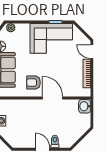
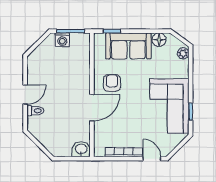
door: (92, 52) -> (152, 159), hinge flipped

